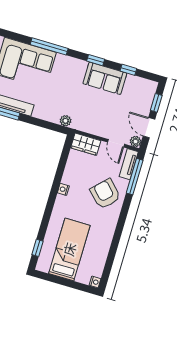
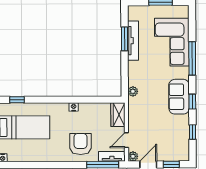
sofa: (105, 78) -> (179, 97), moved
armchair: (105, 194) -> (80, 144), turned -45

